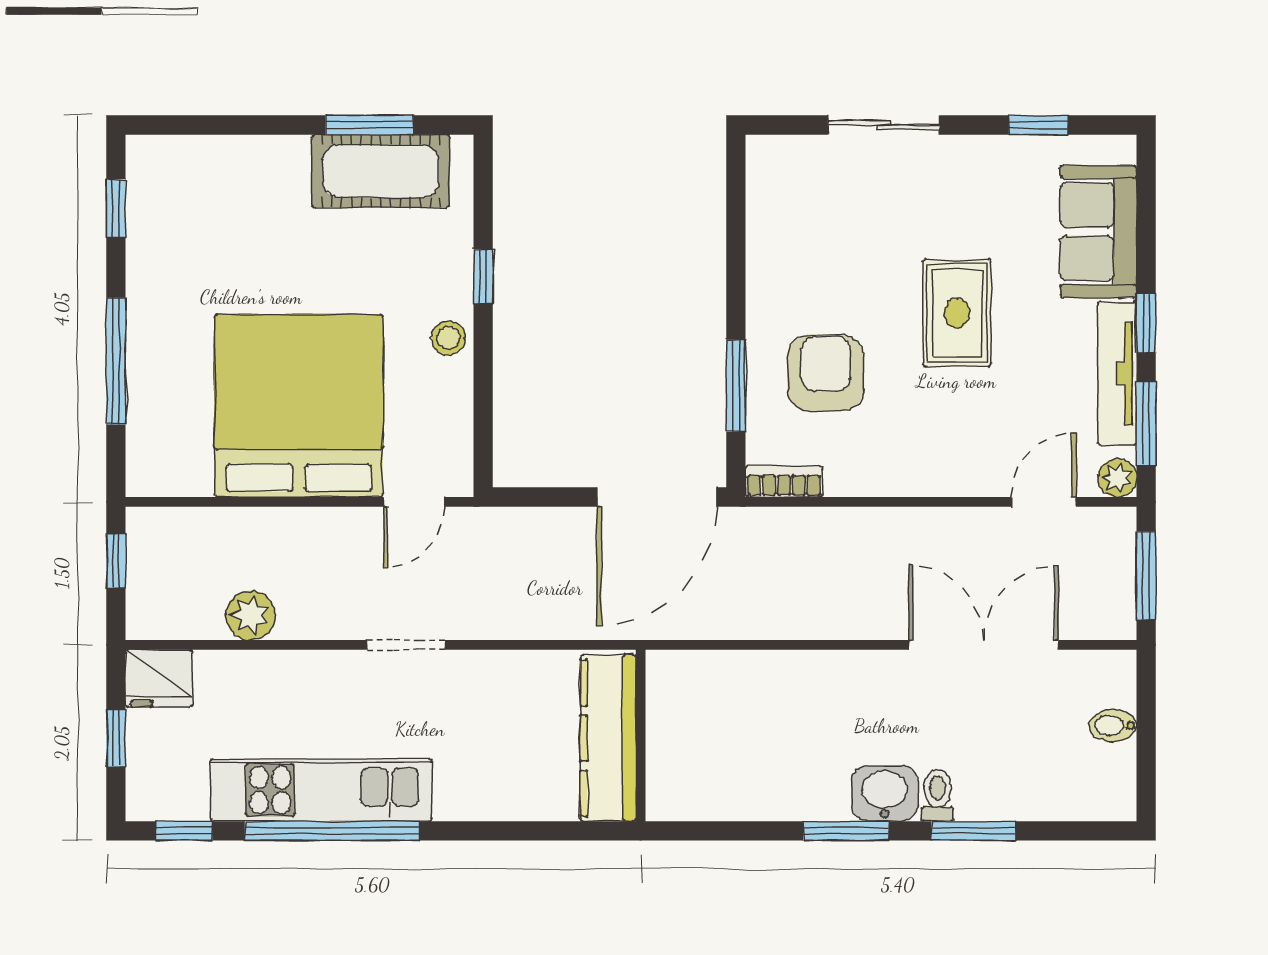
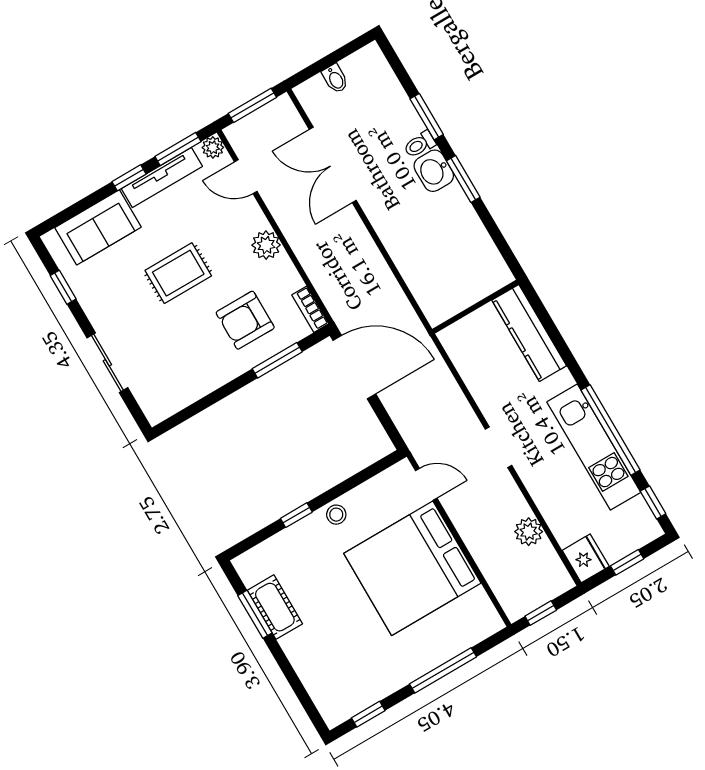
cot: (381, 171) -> (275, 607), width x0.73, depth x0.75
plant: (921, 472) -> (266, 245), added
kitchen counter: (608, 738) -> (529, 333), moved, turned 90

